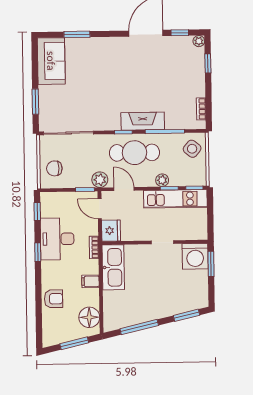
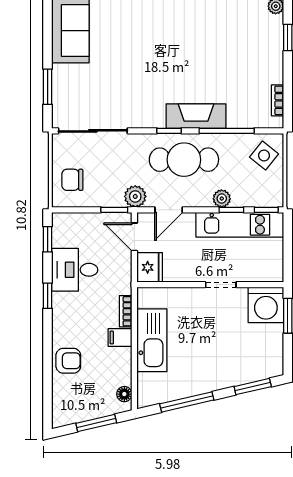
door: (124, 189) -> (169, 210), swing flipped
desk: (57, 239) -> (75, 270), width x0.73
bookcase: (94, 247) -> (126, 311), moved
kitchen sink: (113, 267) -> (152, 340), moved
floor lamp: (89, 317) -> (124, 394), width x0.53, depth x0.53

